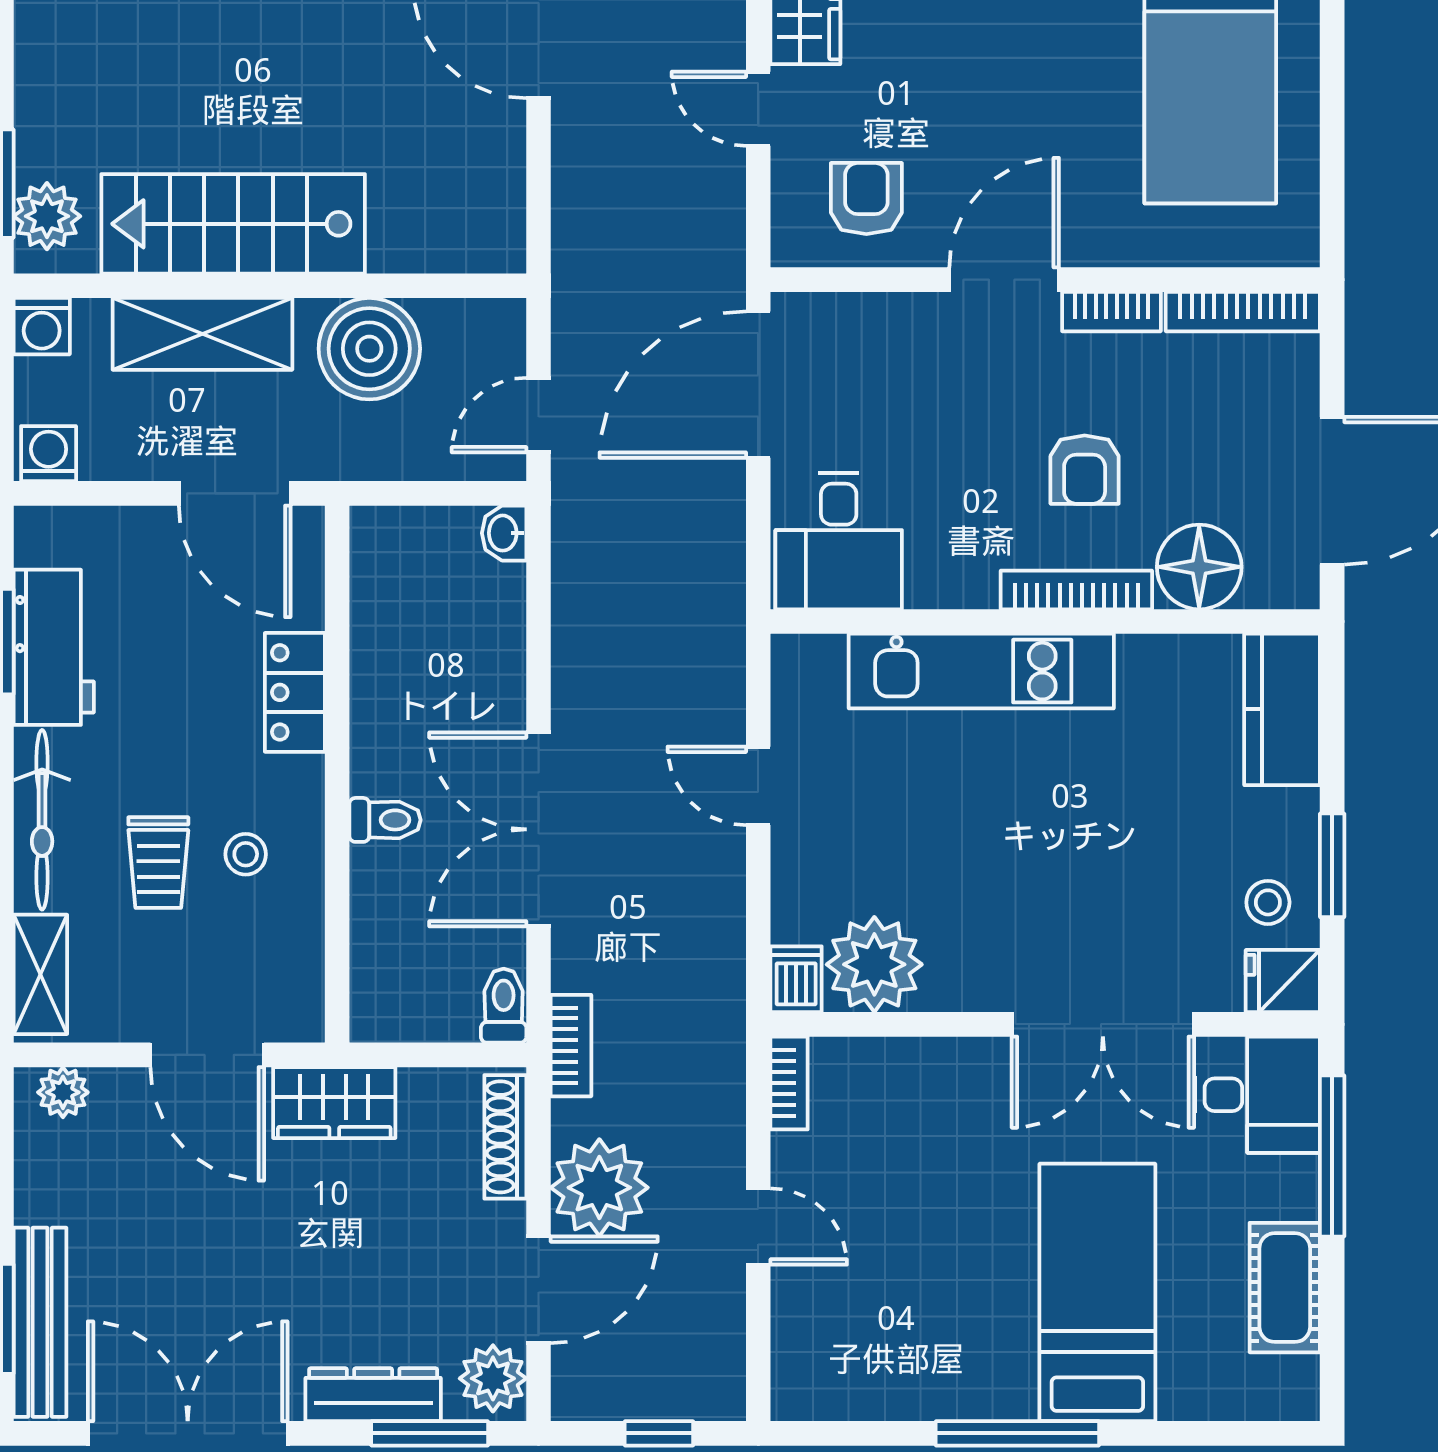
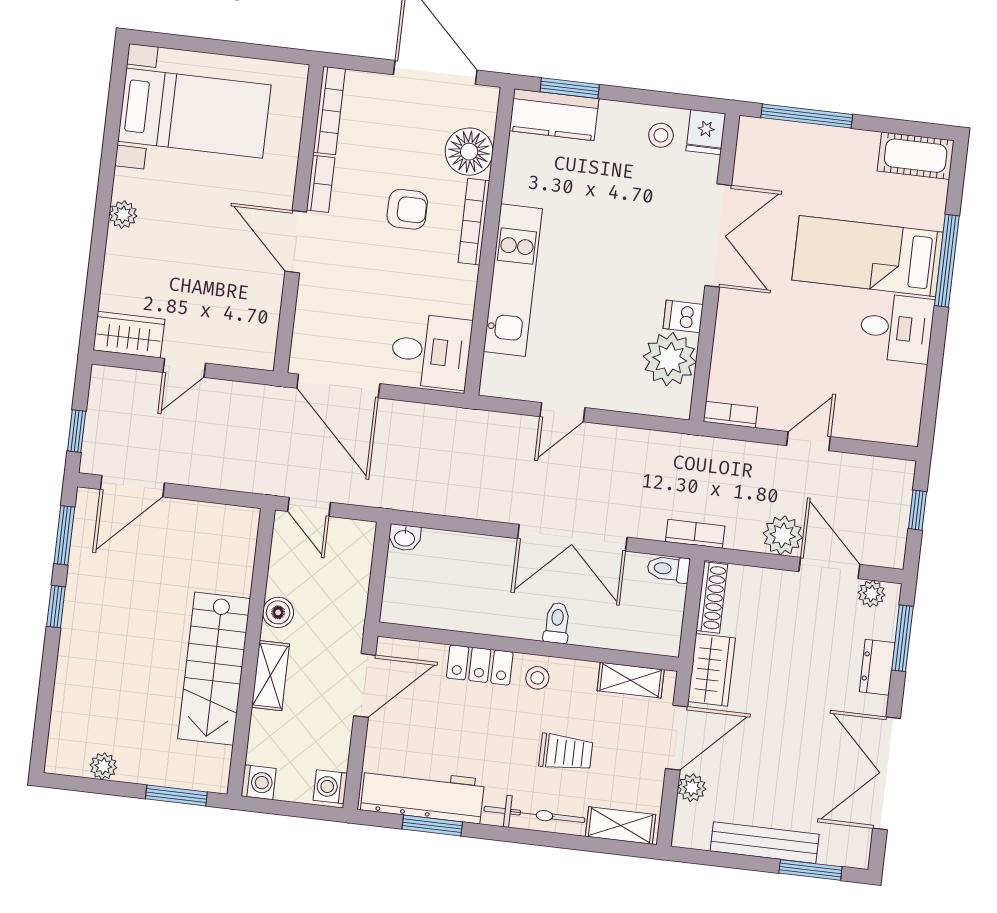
armchair: (866, 198) -> (241, 313), removed
plant: (47, 216) -> (103, 766), moved, width x0.73, depth x0.73
shelving: (202, 334) -> (270, 676), width x0.67, depth x0.75
boiler: (369, 349) -> (278, 612), width x0.54, depth x0.54
door: (539, 415) -> (309, 507), moved
workbench: (54, 647) -> (423, 795), width x1.38
stool: (246, 854) -> (537, 678), moved
window: (1332, 865) -> (570, 88), moved
shelving: (299, 962) -> (631, 680), added
dishwasher: (796, 979) -> (683, 316), moved
plant: (63, 1092) -> (692, 788), moved
desk: (1257, 1095) -> (897, 328), moved, turned 90
shoe rack: (505, 1137) -> (712, 597), moved, turned -90
plant: (599, 1188) -> (783, 535), width x0.73, depth x0.73
cot: (1285, 1288) -> (916, 156), moved
bench: (40, 1322) -> (765, 843), moved
plant: (493, 1378) -> (871, 594), width x0.73, depth x0.73
dresser: (373, 1395) -> (877, 667), width x0.70
window: (1017, 1433) -> (947, 261), moved

